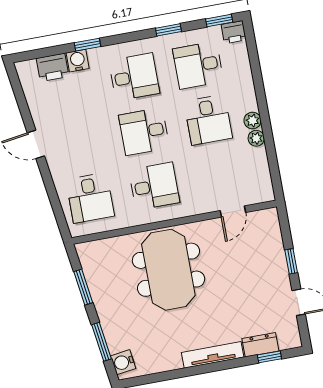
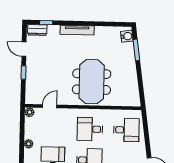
plant: (253, 121) -> (30, 112), moved
desk: (90, 198) -> (126, 130), turned 90
window: (83, 287) -> (140, 82), removed
dresser: (260, 345) -> (37, 30), moved

